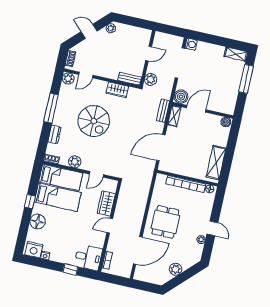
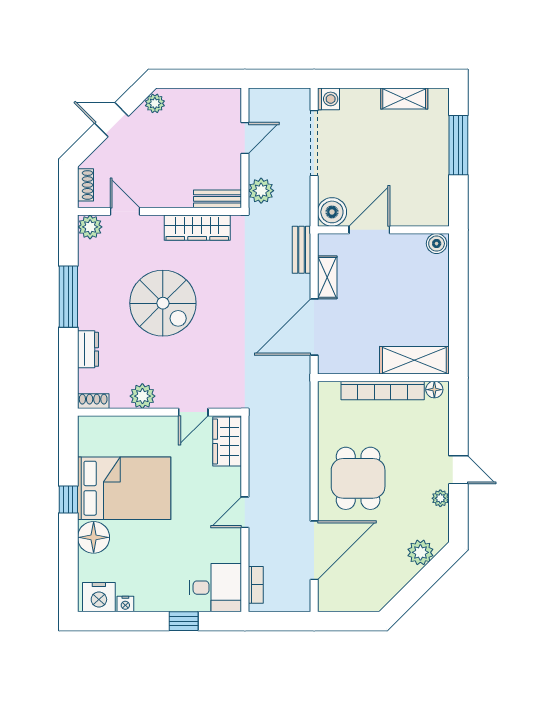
shelving: (236, 54) -> (404, 99), moved
door: (86, 75) -> (125, 211), swing flipped
wardrobe: (117, 90) -> (197, 228), width x1.50
shelving: (174, 116) -> (327, 277), moved
shelving: (216, 163) -> (414, 360), moved, turned 90
bed: (61, 177) -> (121, 435), removed
bed: (58, 197) -> (124, 488), width x1.50
wardrobe: (106, 204) -> (227, 441), moved
plant: (176, 269) -> (420, 552), moved

